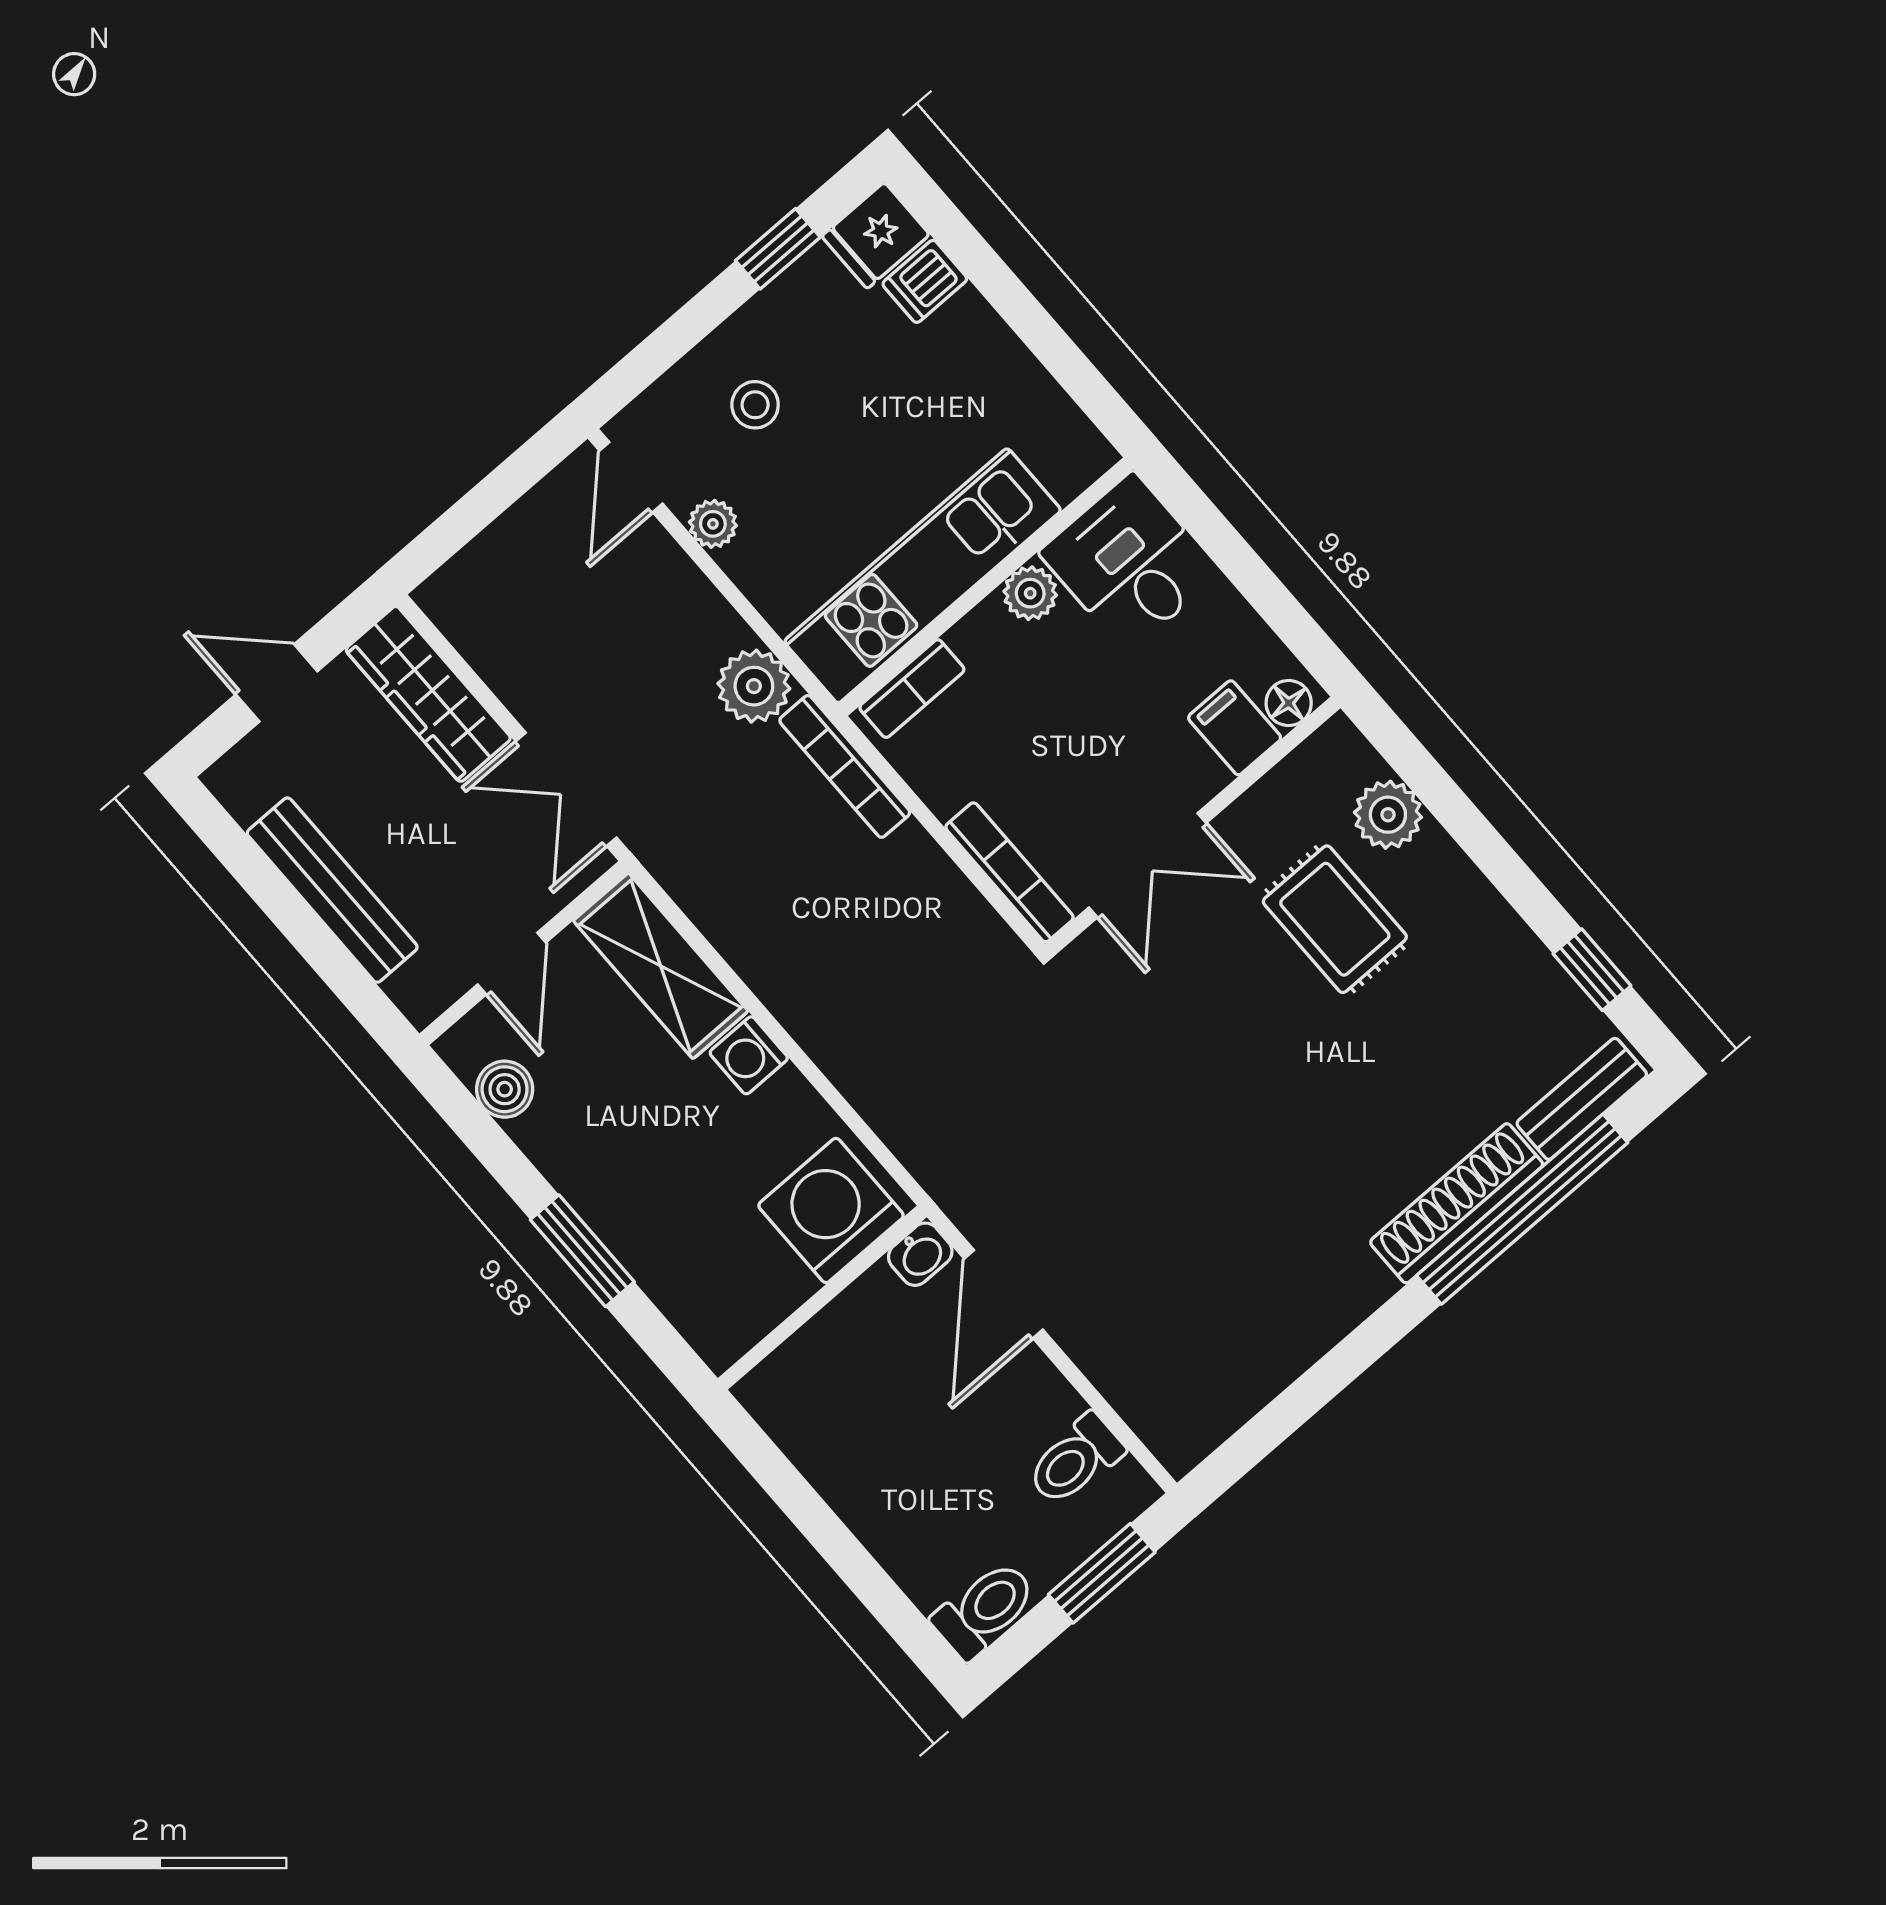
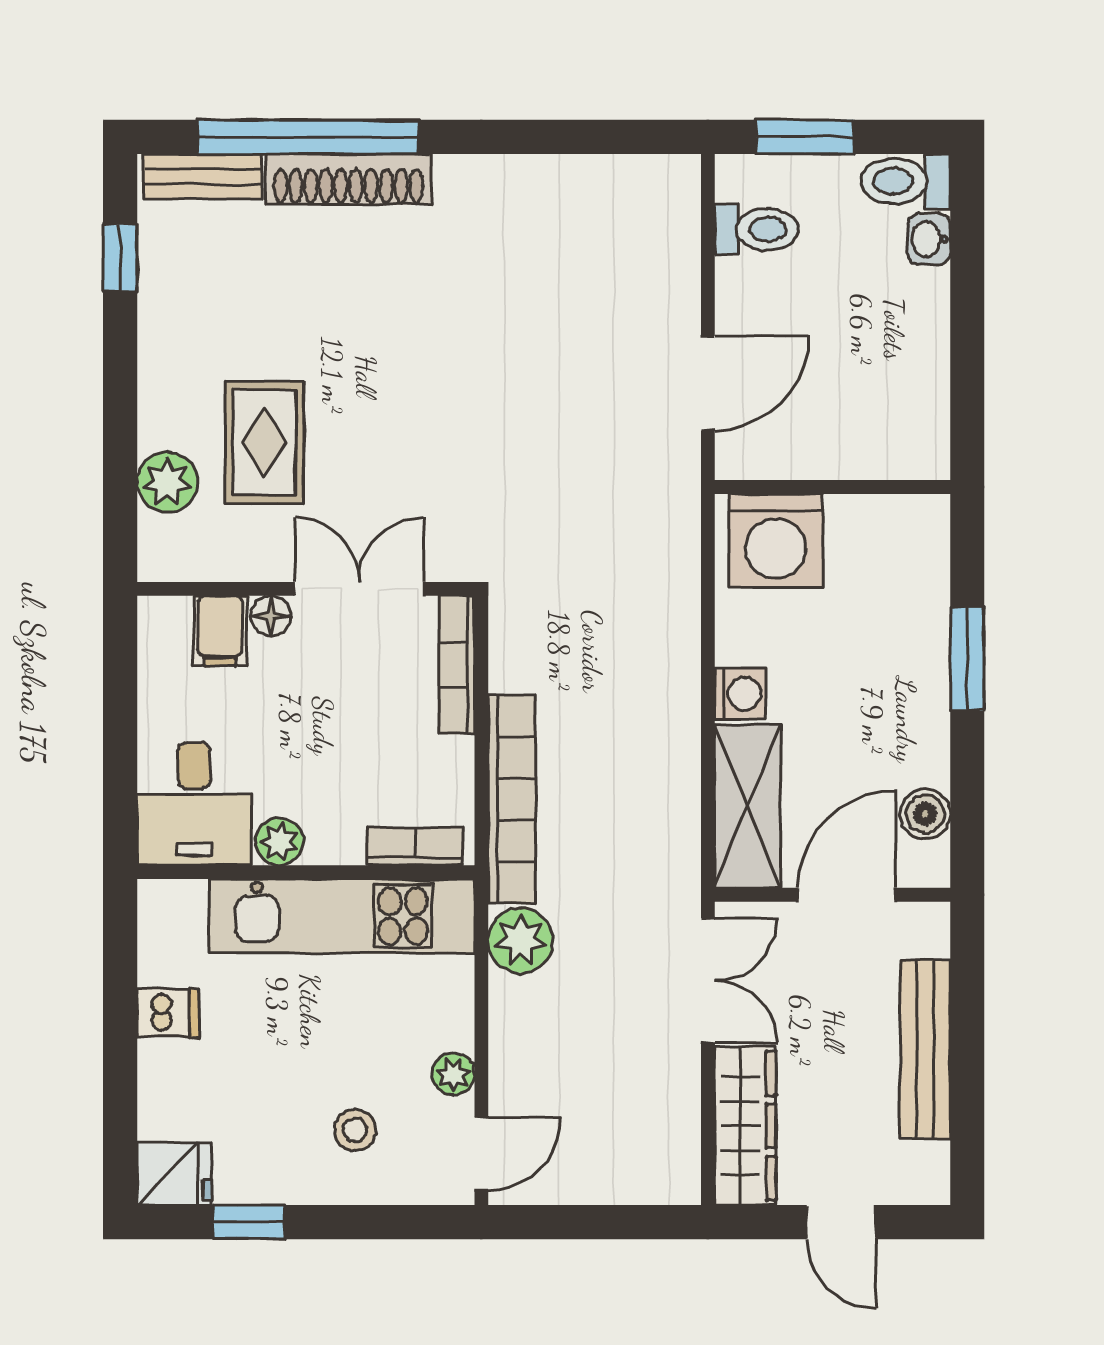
dishwasher: (925, 281) -> (168, 1013), moved
floor lamp: (1289, 703) -> (271, 616), moved
bookcase: (845, 766) -> (512, 799), width x1.48, depth x1.31
door: (512, 964) -> (847, 895), width x1.38
washbasin: (920, 1254) -> (929, 239), moved, turned -90

